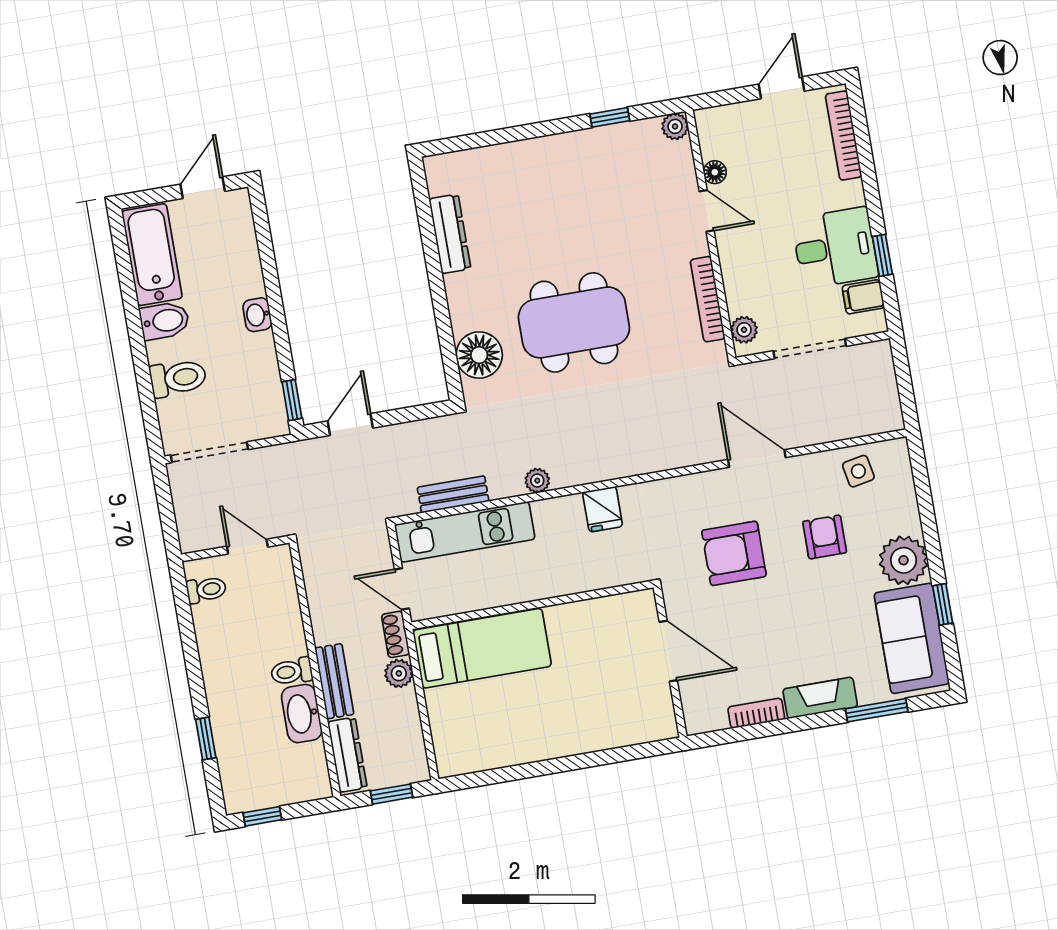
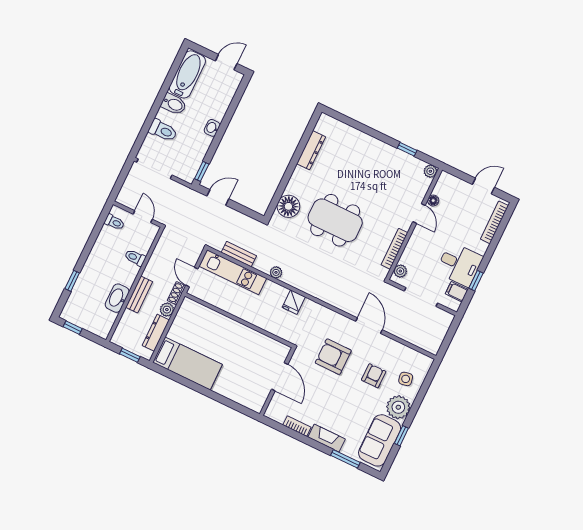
side table: (858, 471) -> (406, 379), moved
bed: (482, 648) -> (187, 363), moved
toilet: (292, 671) -> (135, 258), moved
dresser: (347, 755) -> (156, 333), moved, turned 180

